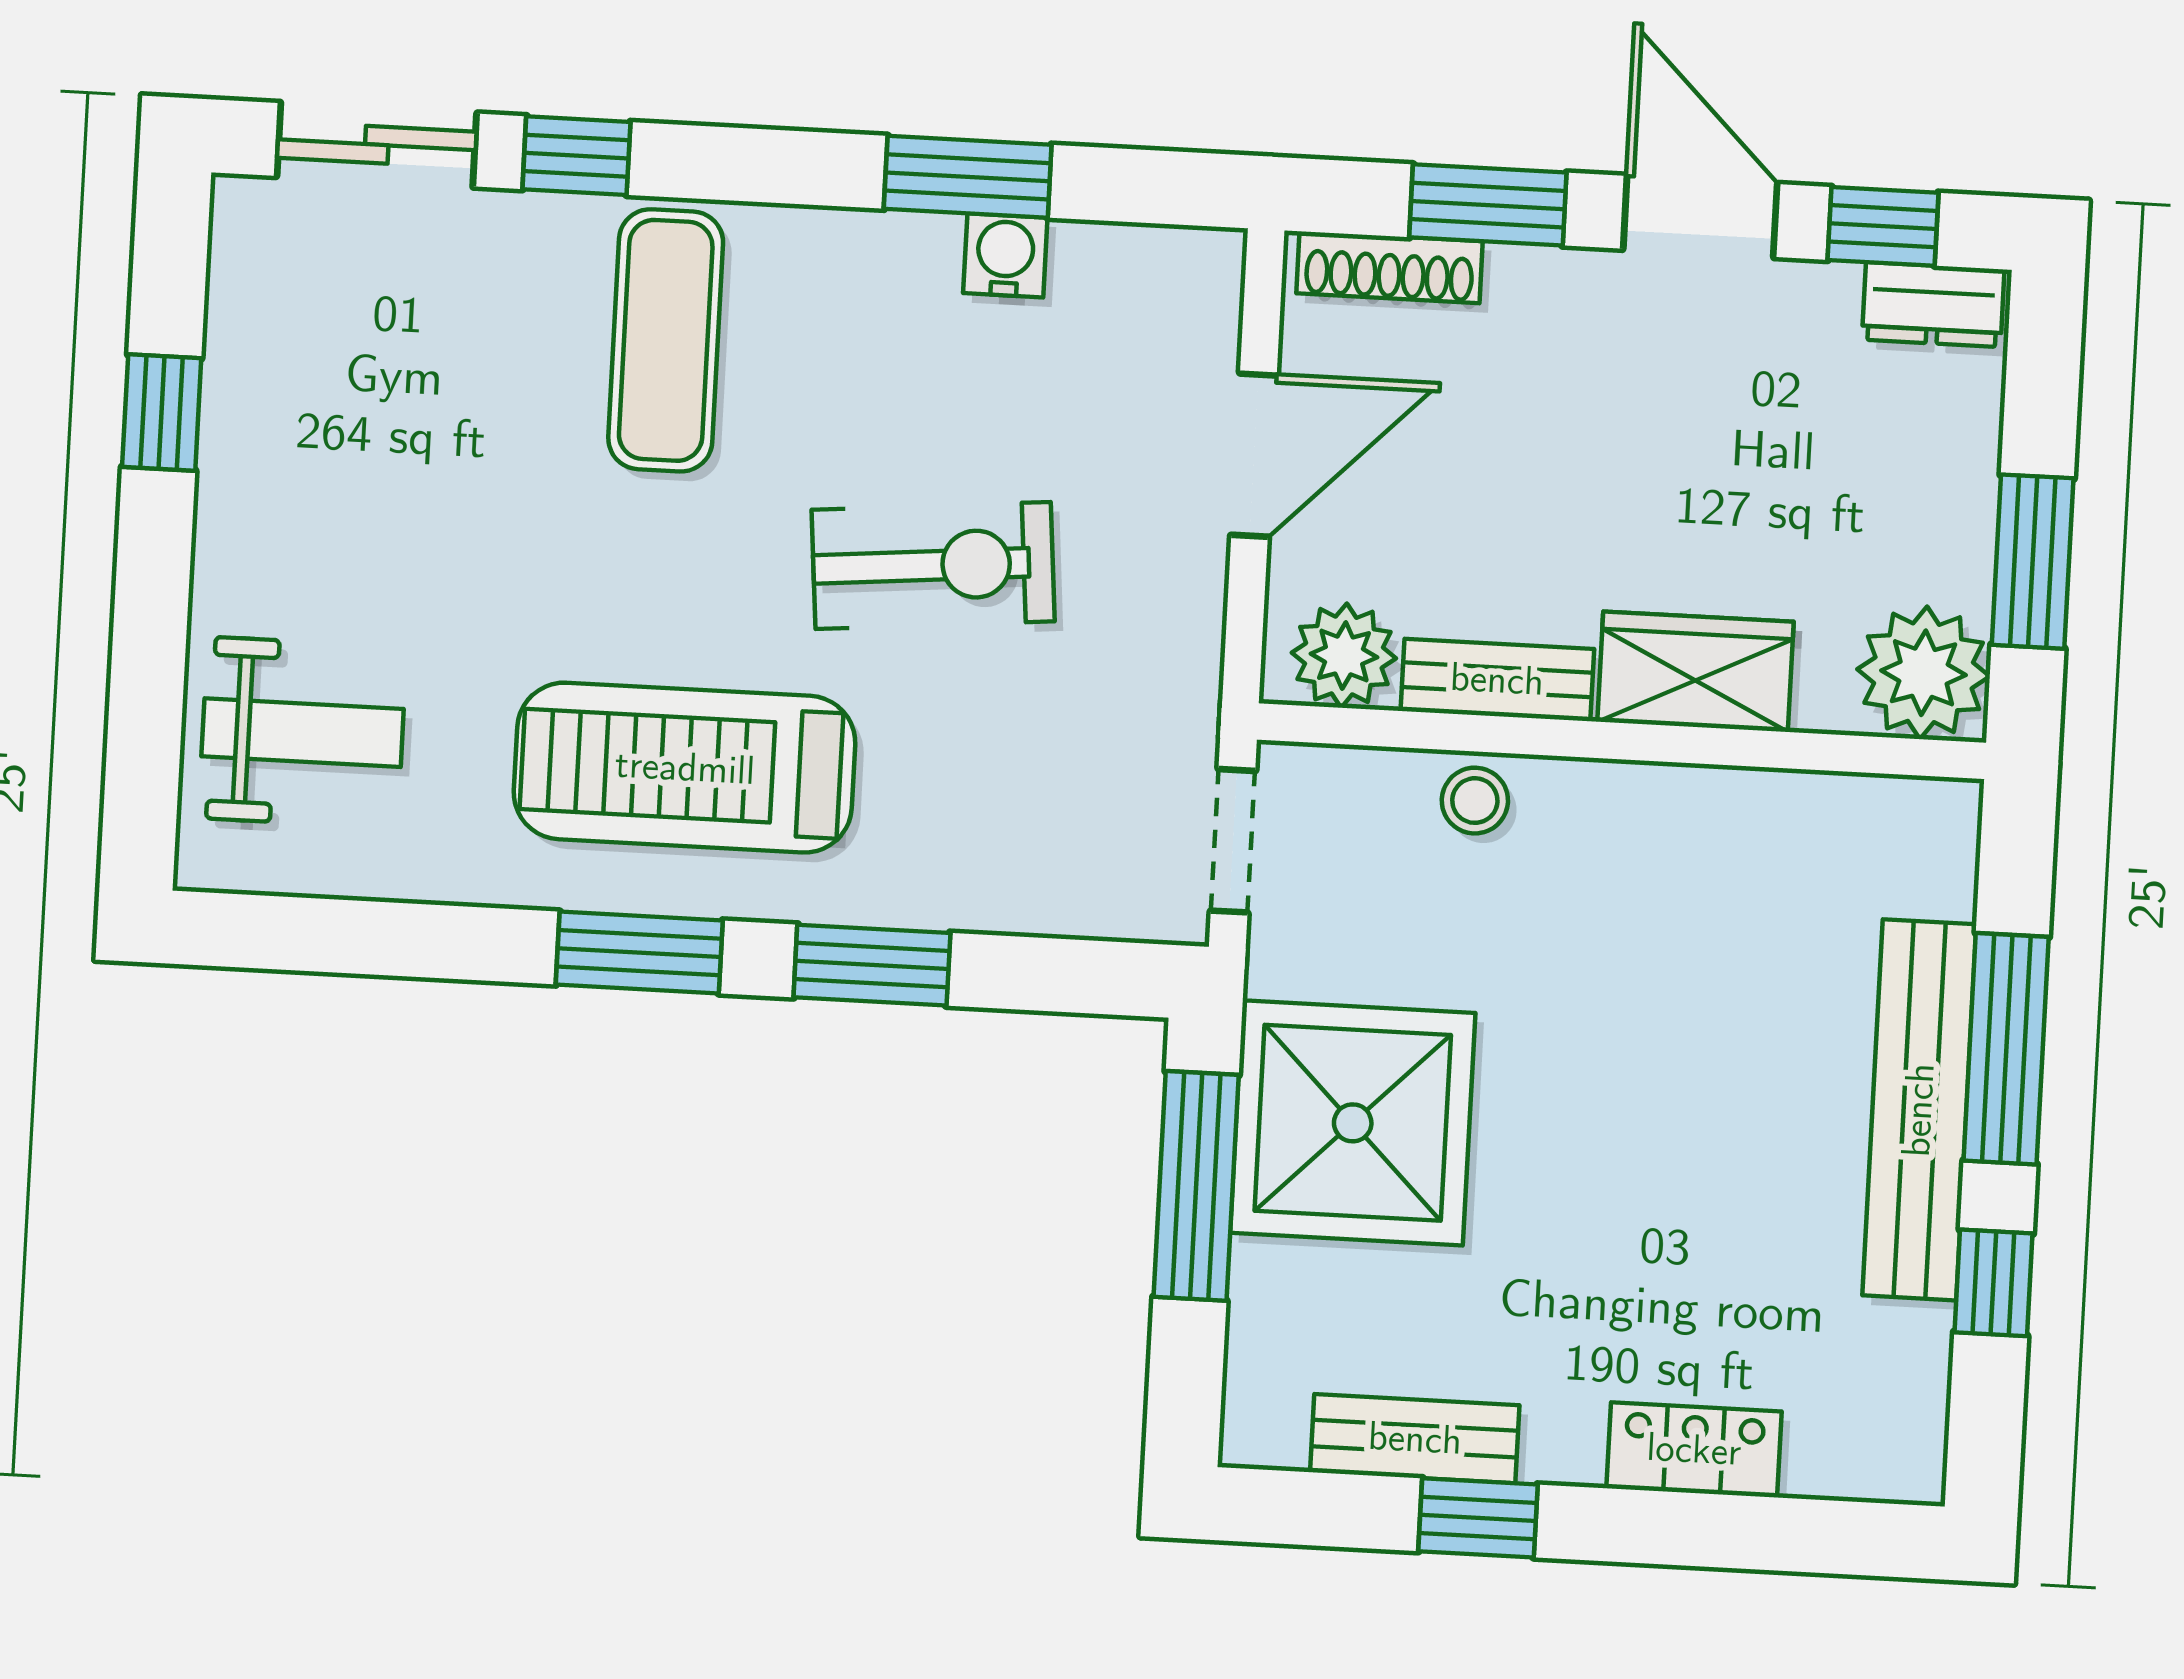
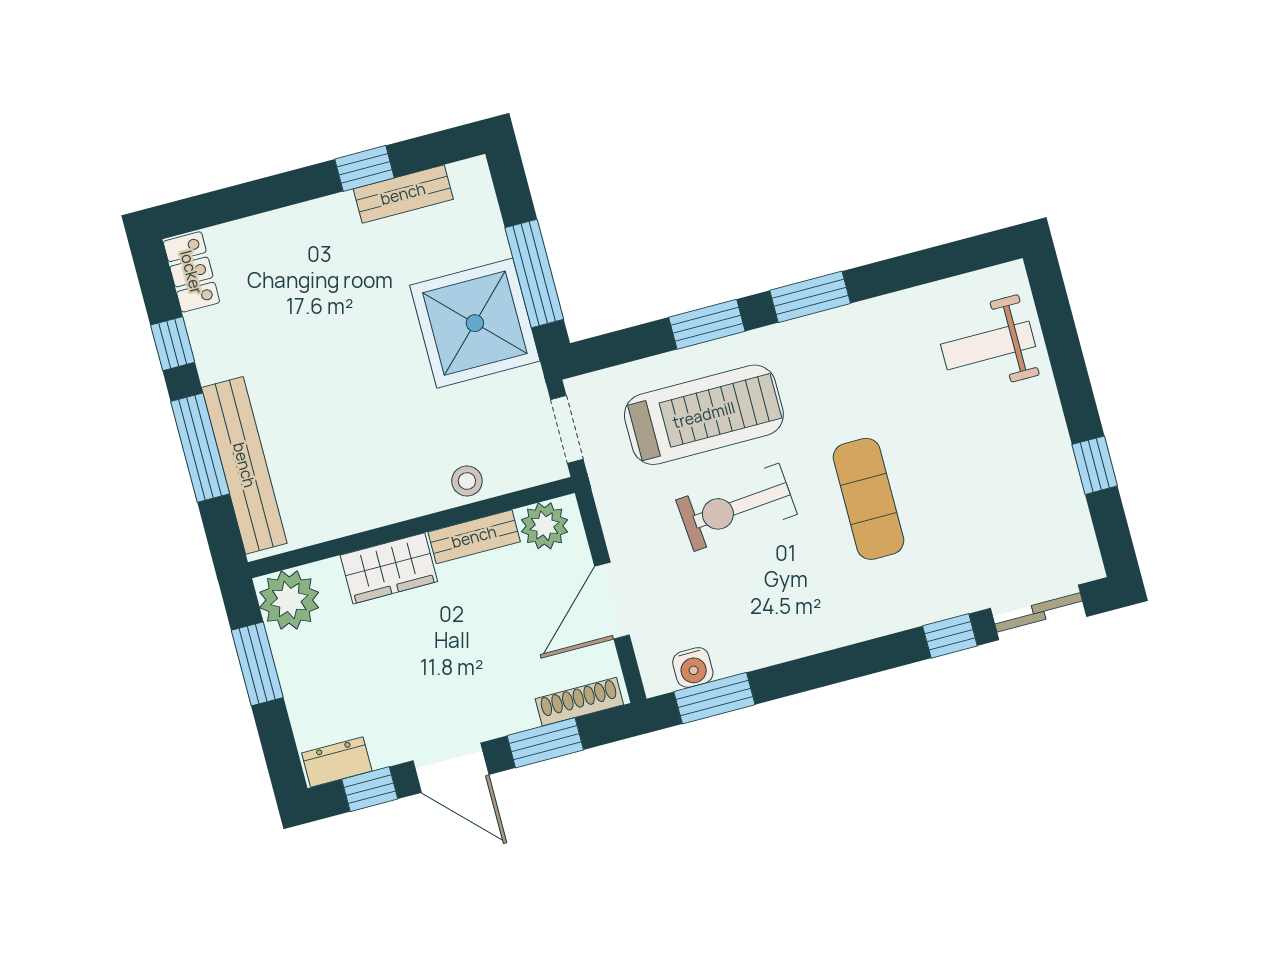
window: (968, 177) -> (714, 698), moved
water cooler: (1005, 255) -> (693, 667), moved
exercise mat: (666, 340) -> (868, 499), moved
treadmill: (685, 768) -> (704, 415), moved
bench: (1919, 1110) -> (244, 465), moved
locker: (1694, 1450) -> (191, 272), moved, turned -90

